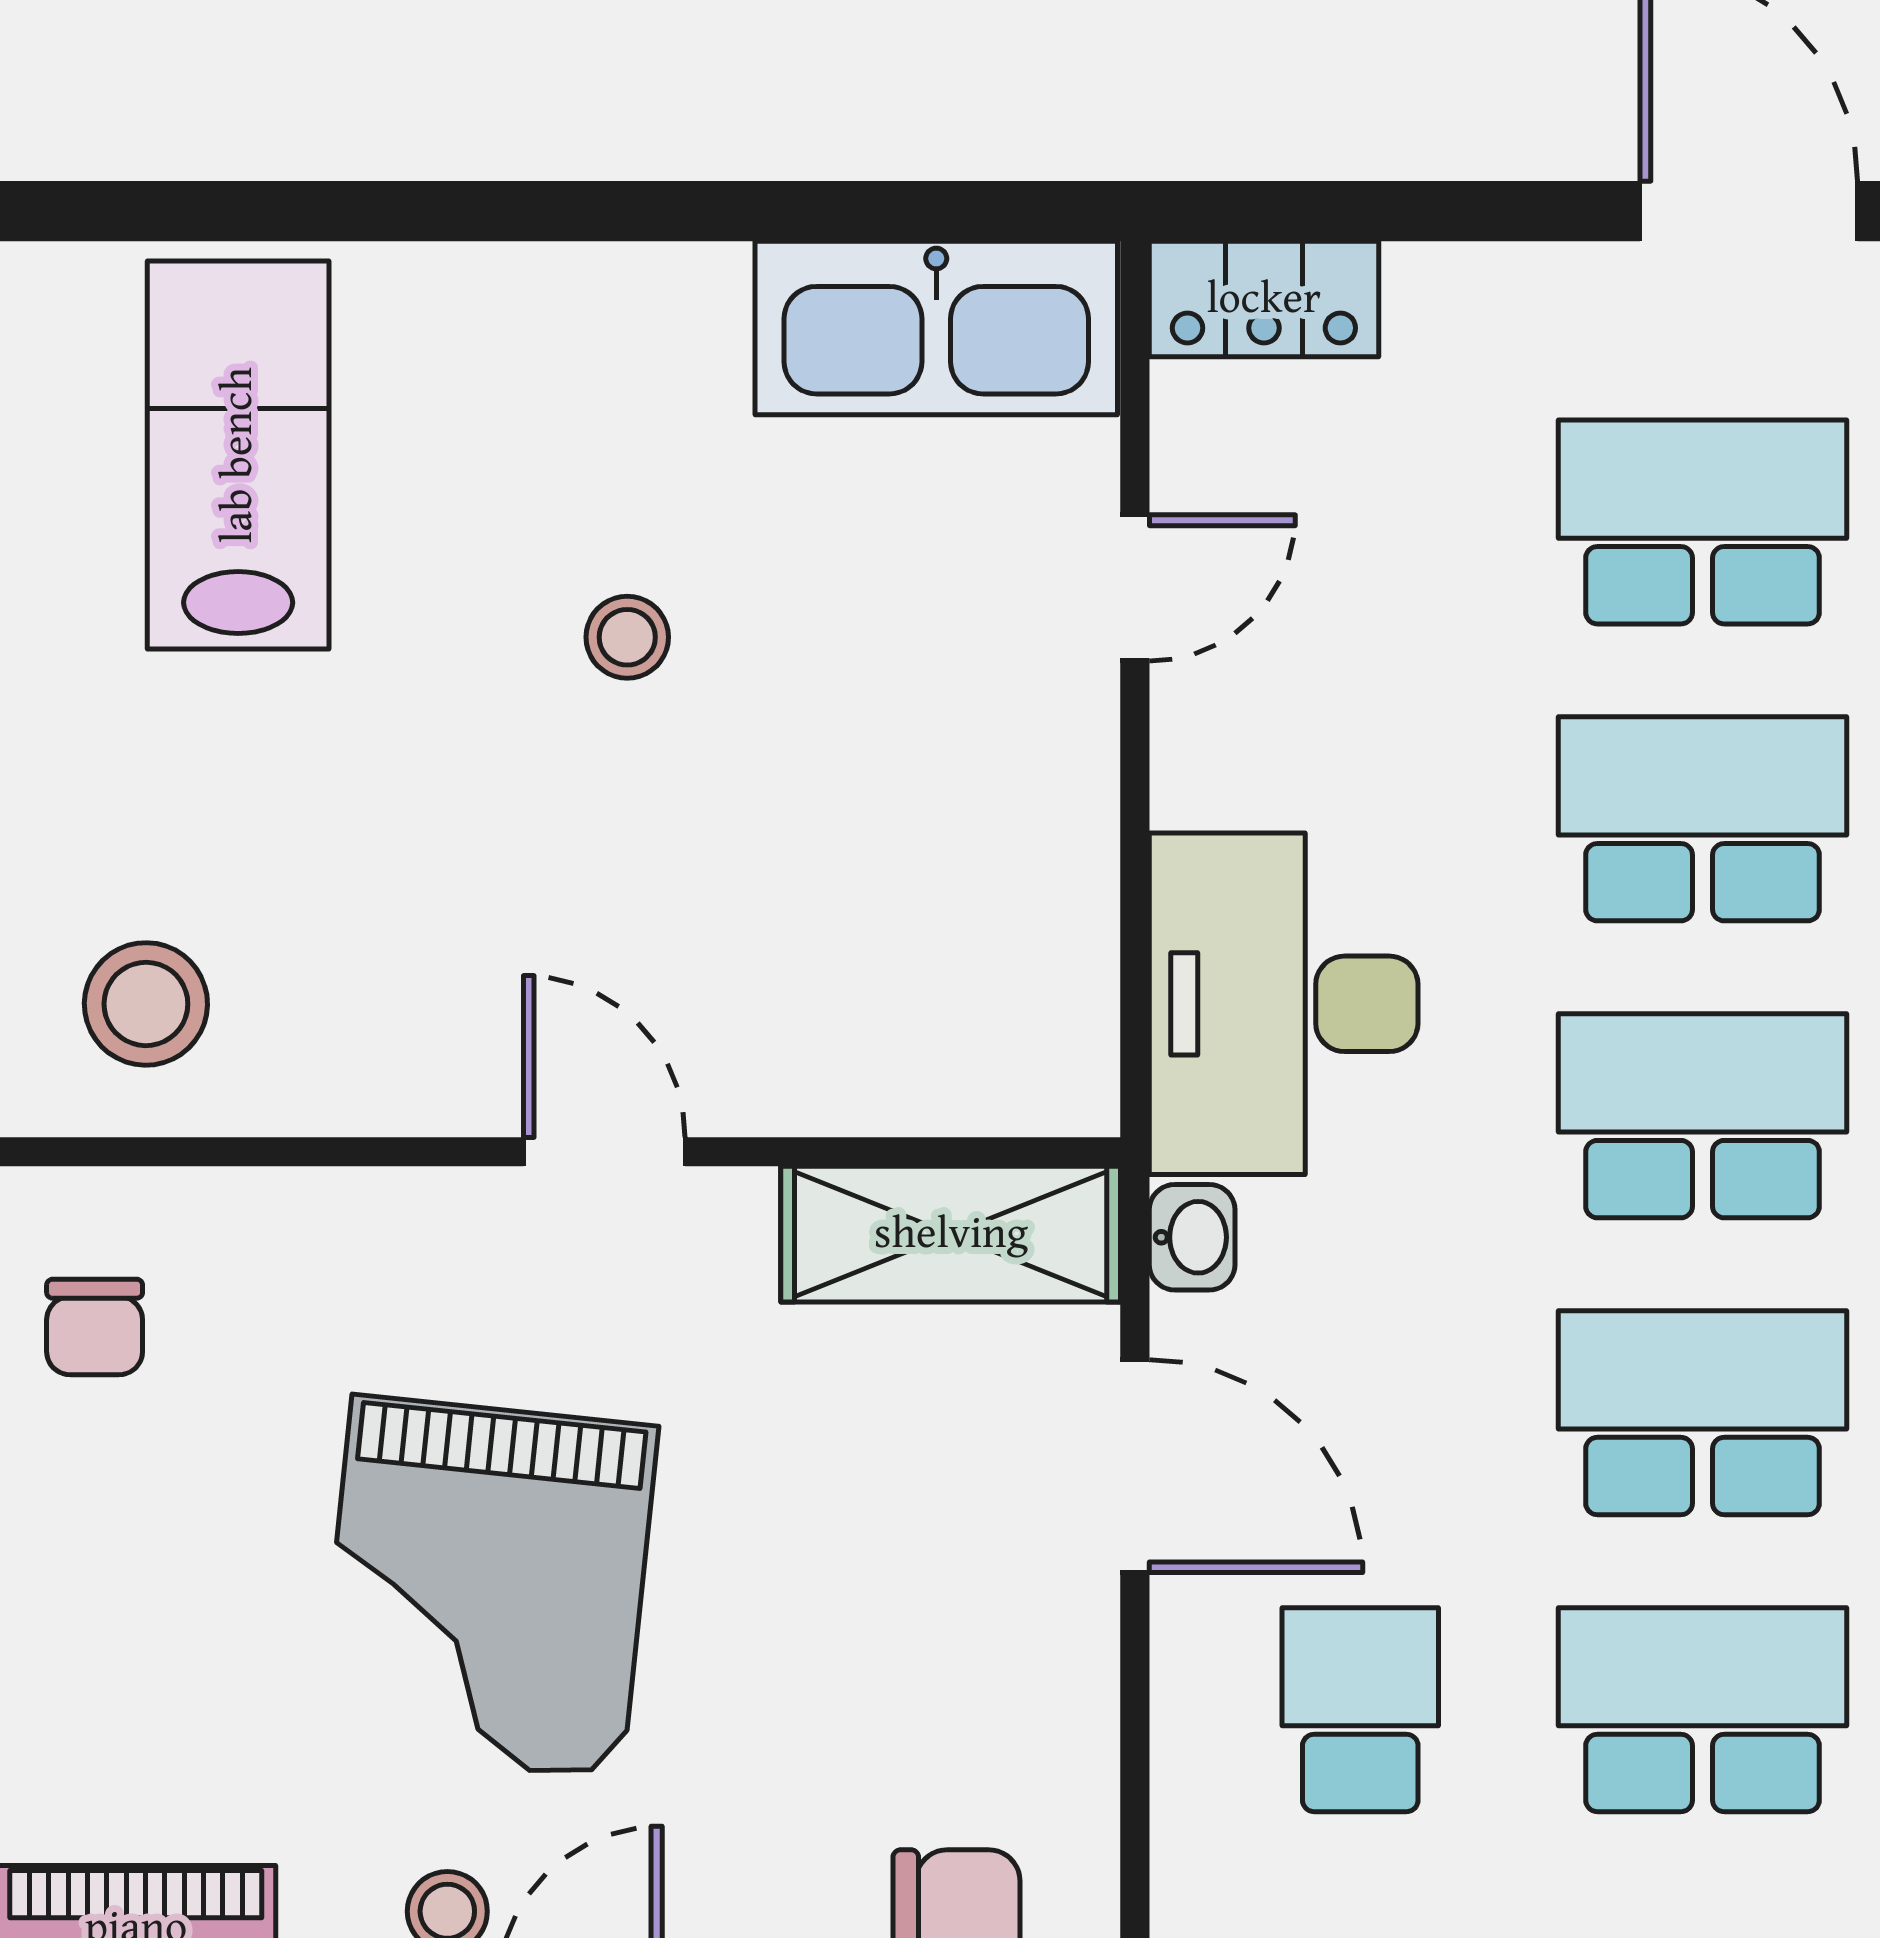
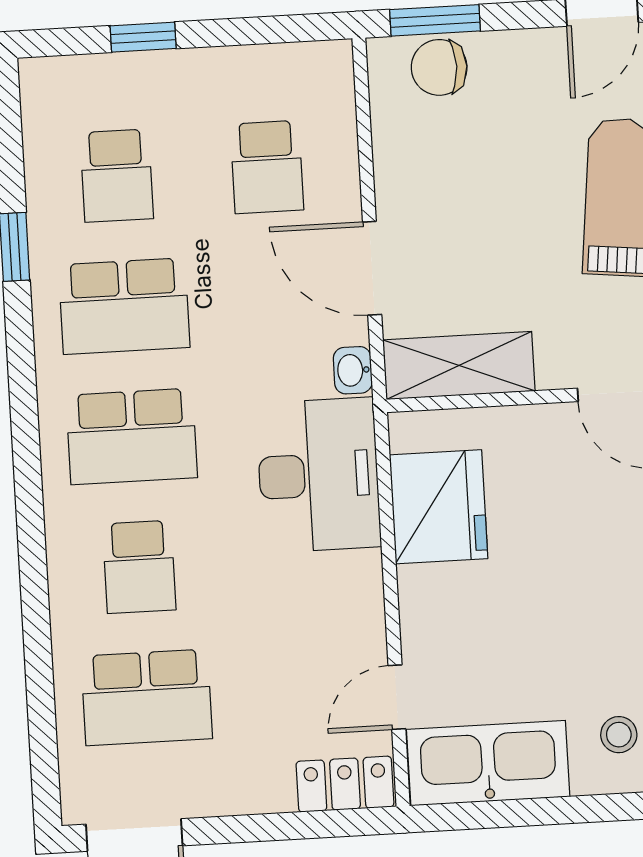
door: (1135, 588) -> (397, 697), moved
stool: (627, 637) -> (619, 735), moved
school desk: (1703, 819) -> (139, 567), width x0.54
fridge: (1015, 916) -> (439, 507), added
school desk: (1703, 1710) -> (117, 176), width x0.54

